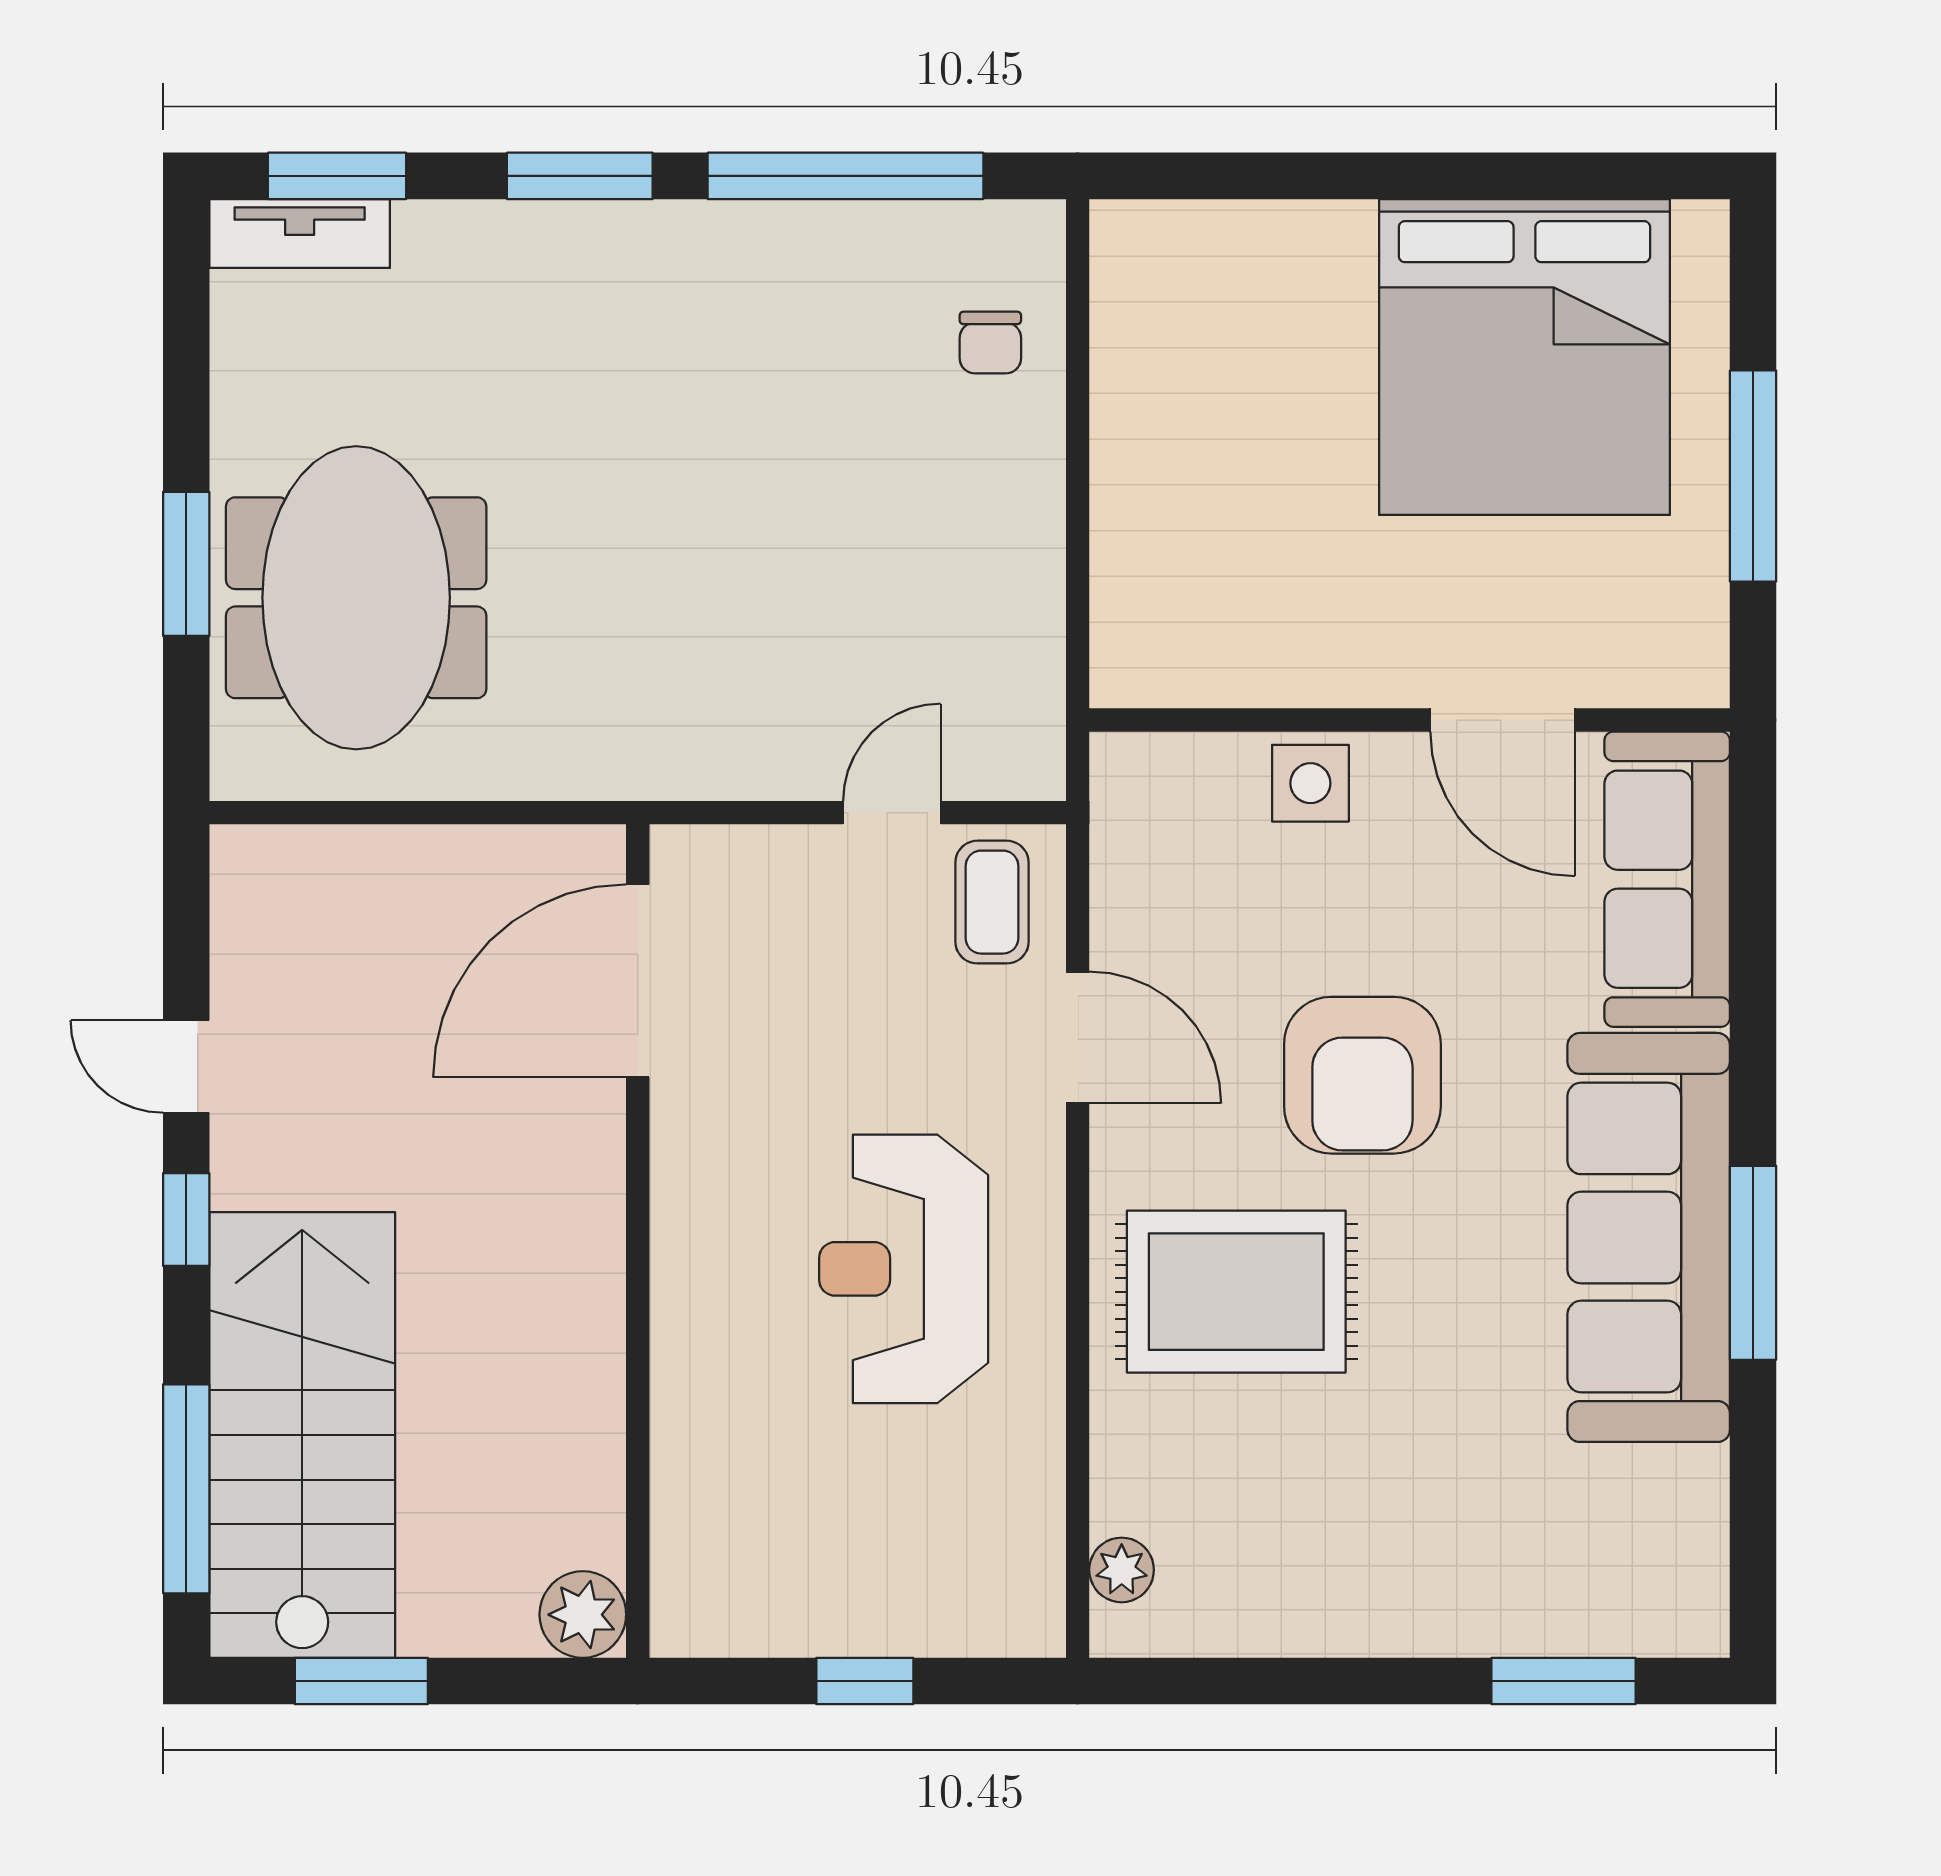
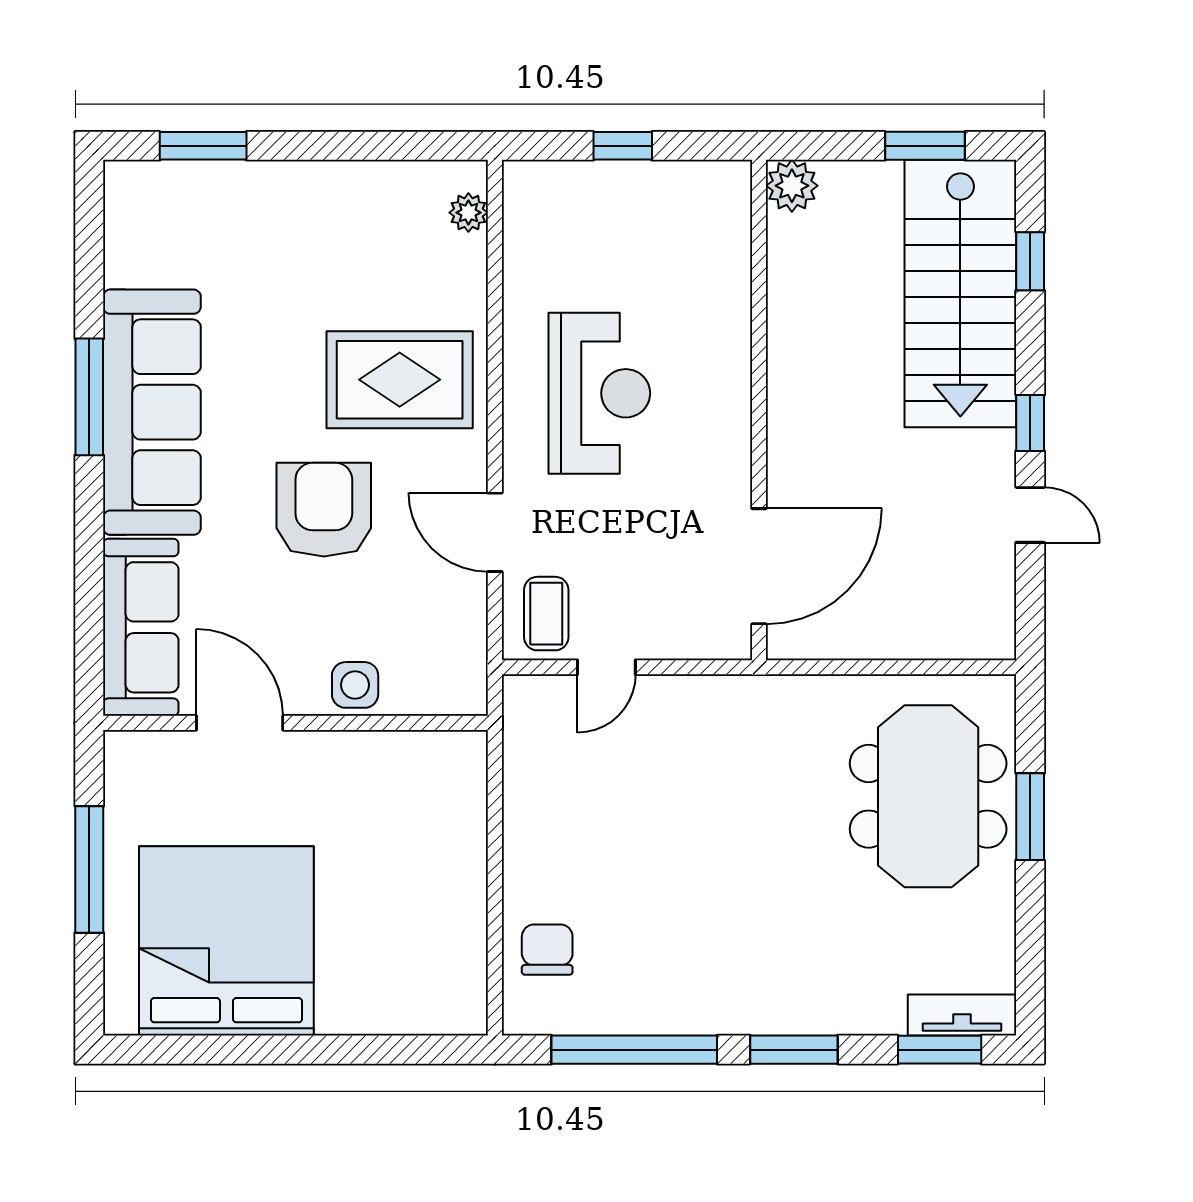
chair: (990, 343) -> (547, 950), width x1.37, depth x1.37
window: (186, 1489) -> (1030, 261), width x0.46

